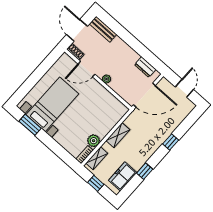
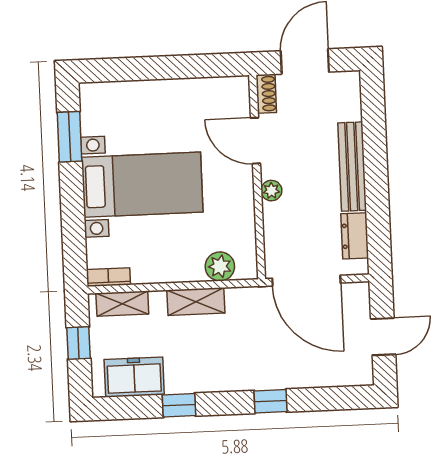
bench: (103, 29) -> (352, 167), moved, width x1.36
bed with nightstands: (52, 104) -> (142, 185), moved
plant: (94, 141) -> (220, 266), moved

